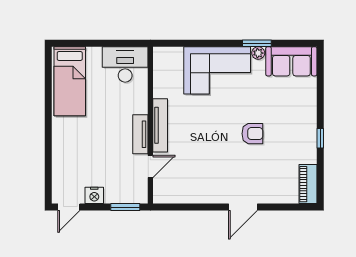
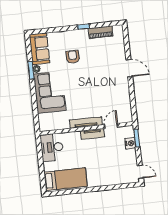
armchair: (252, 134) -> (73, 57), moved
door: (150, 167) -> (111, 126), hinge flipped
piano: (308, 184) -> (101, 32), moved
nightstand: (94, 195) -> (130, 143), moved

